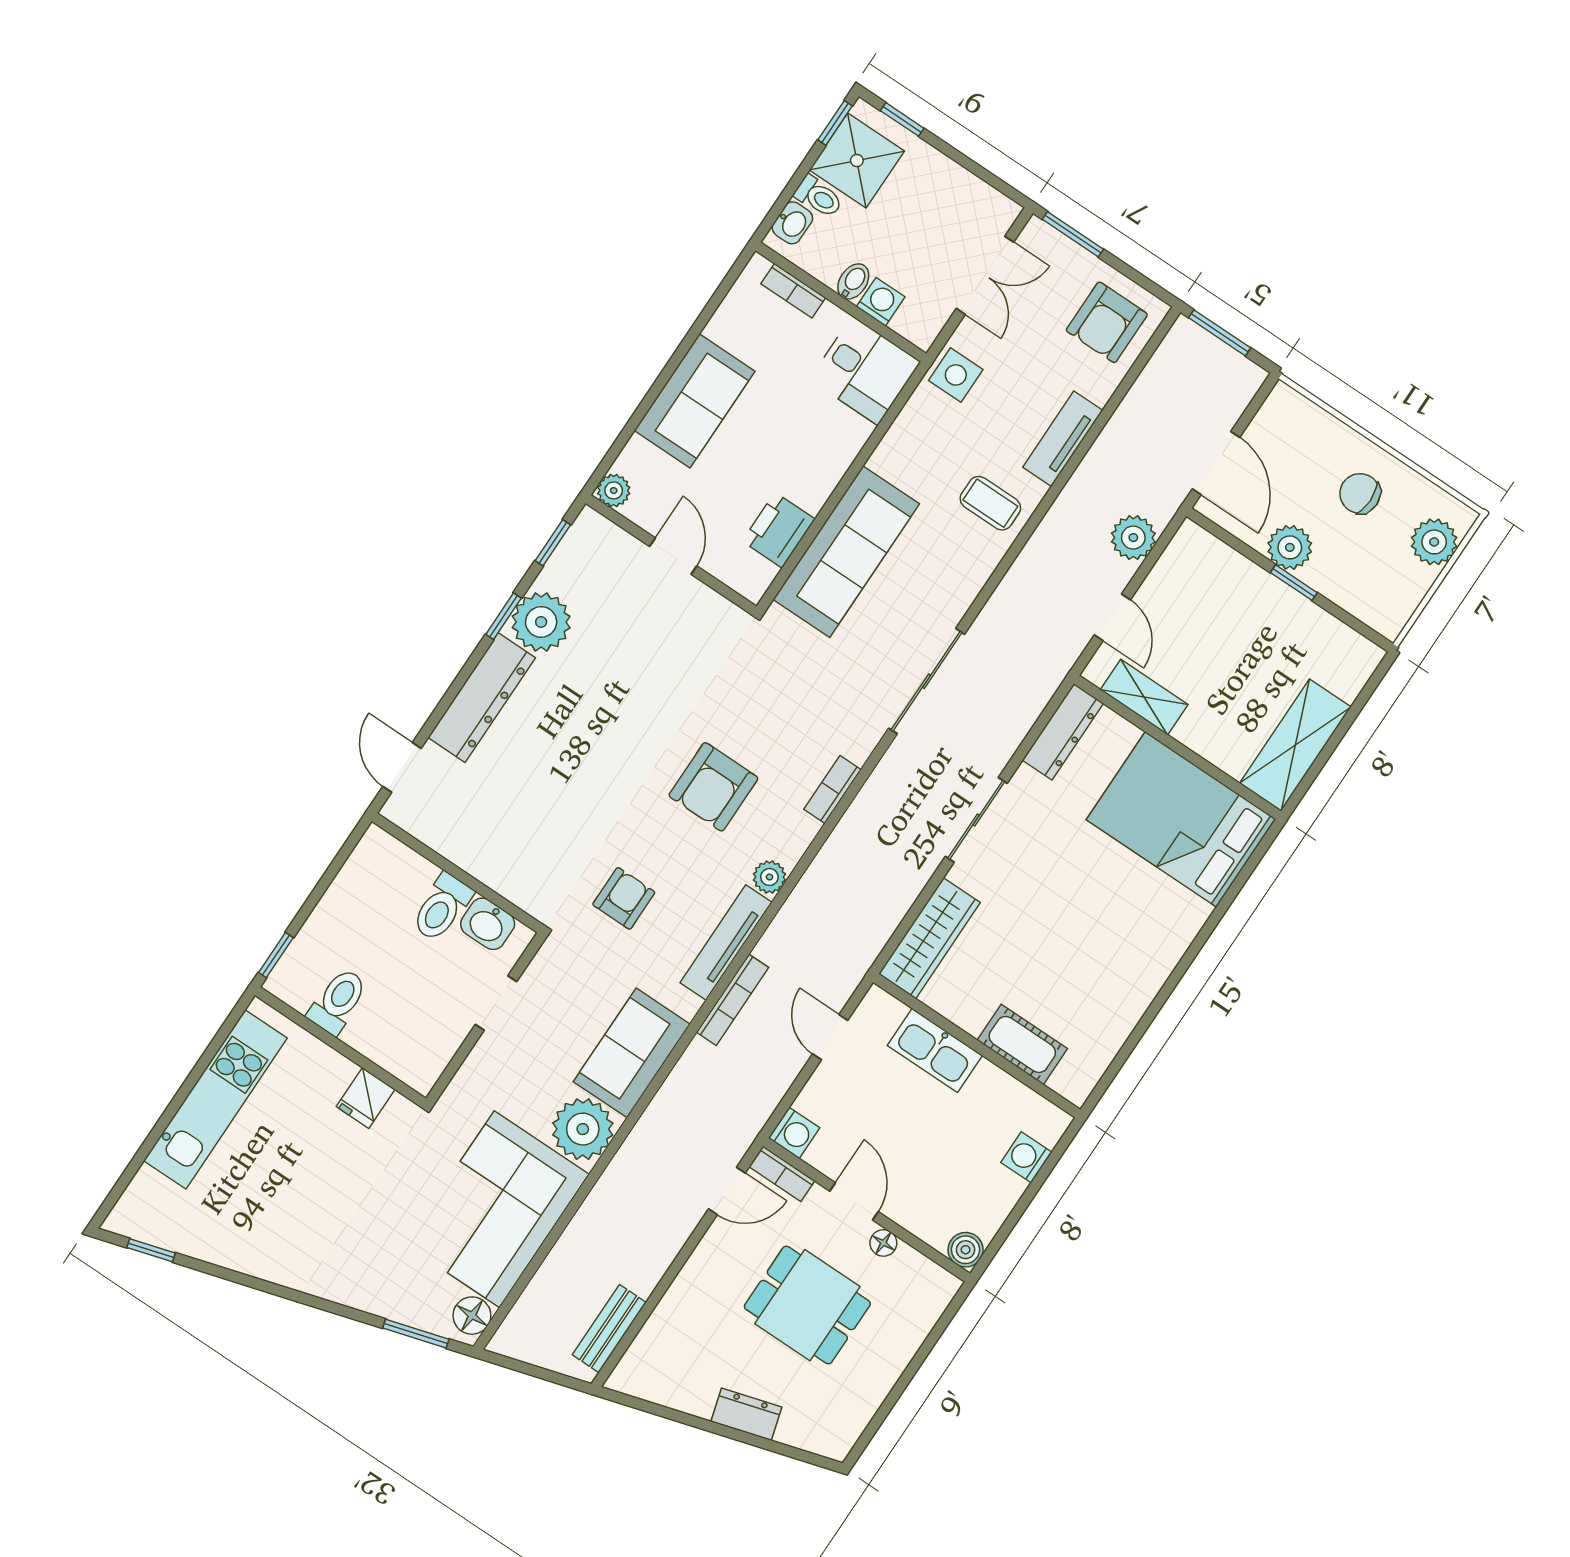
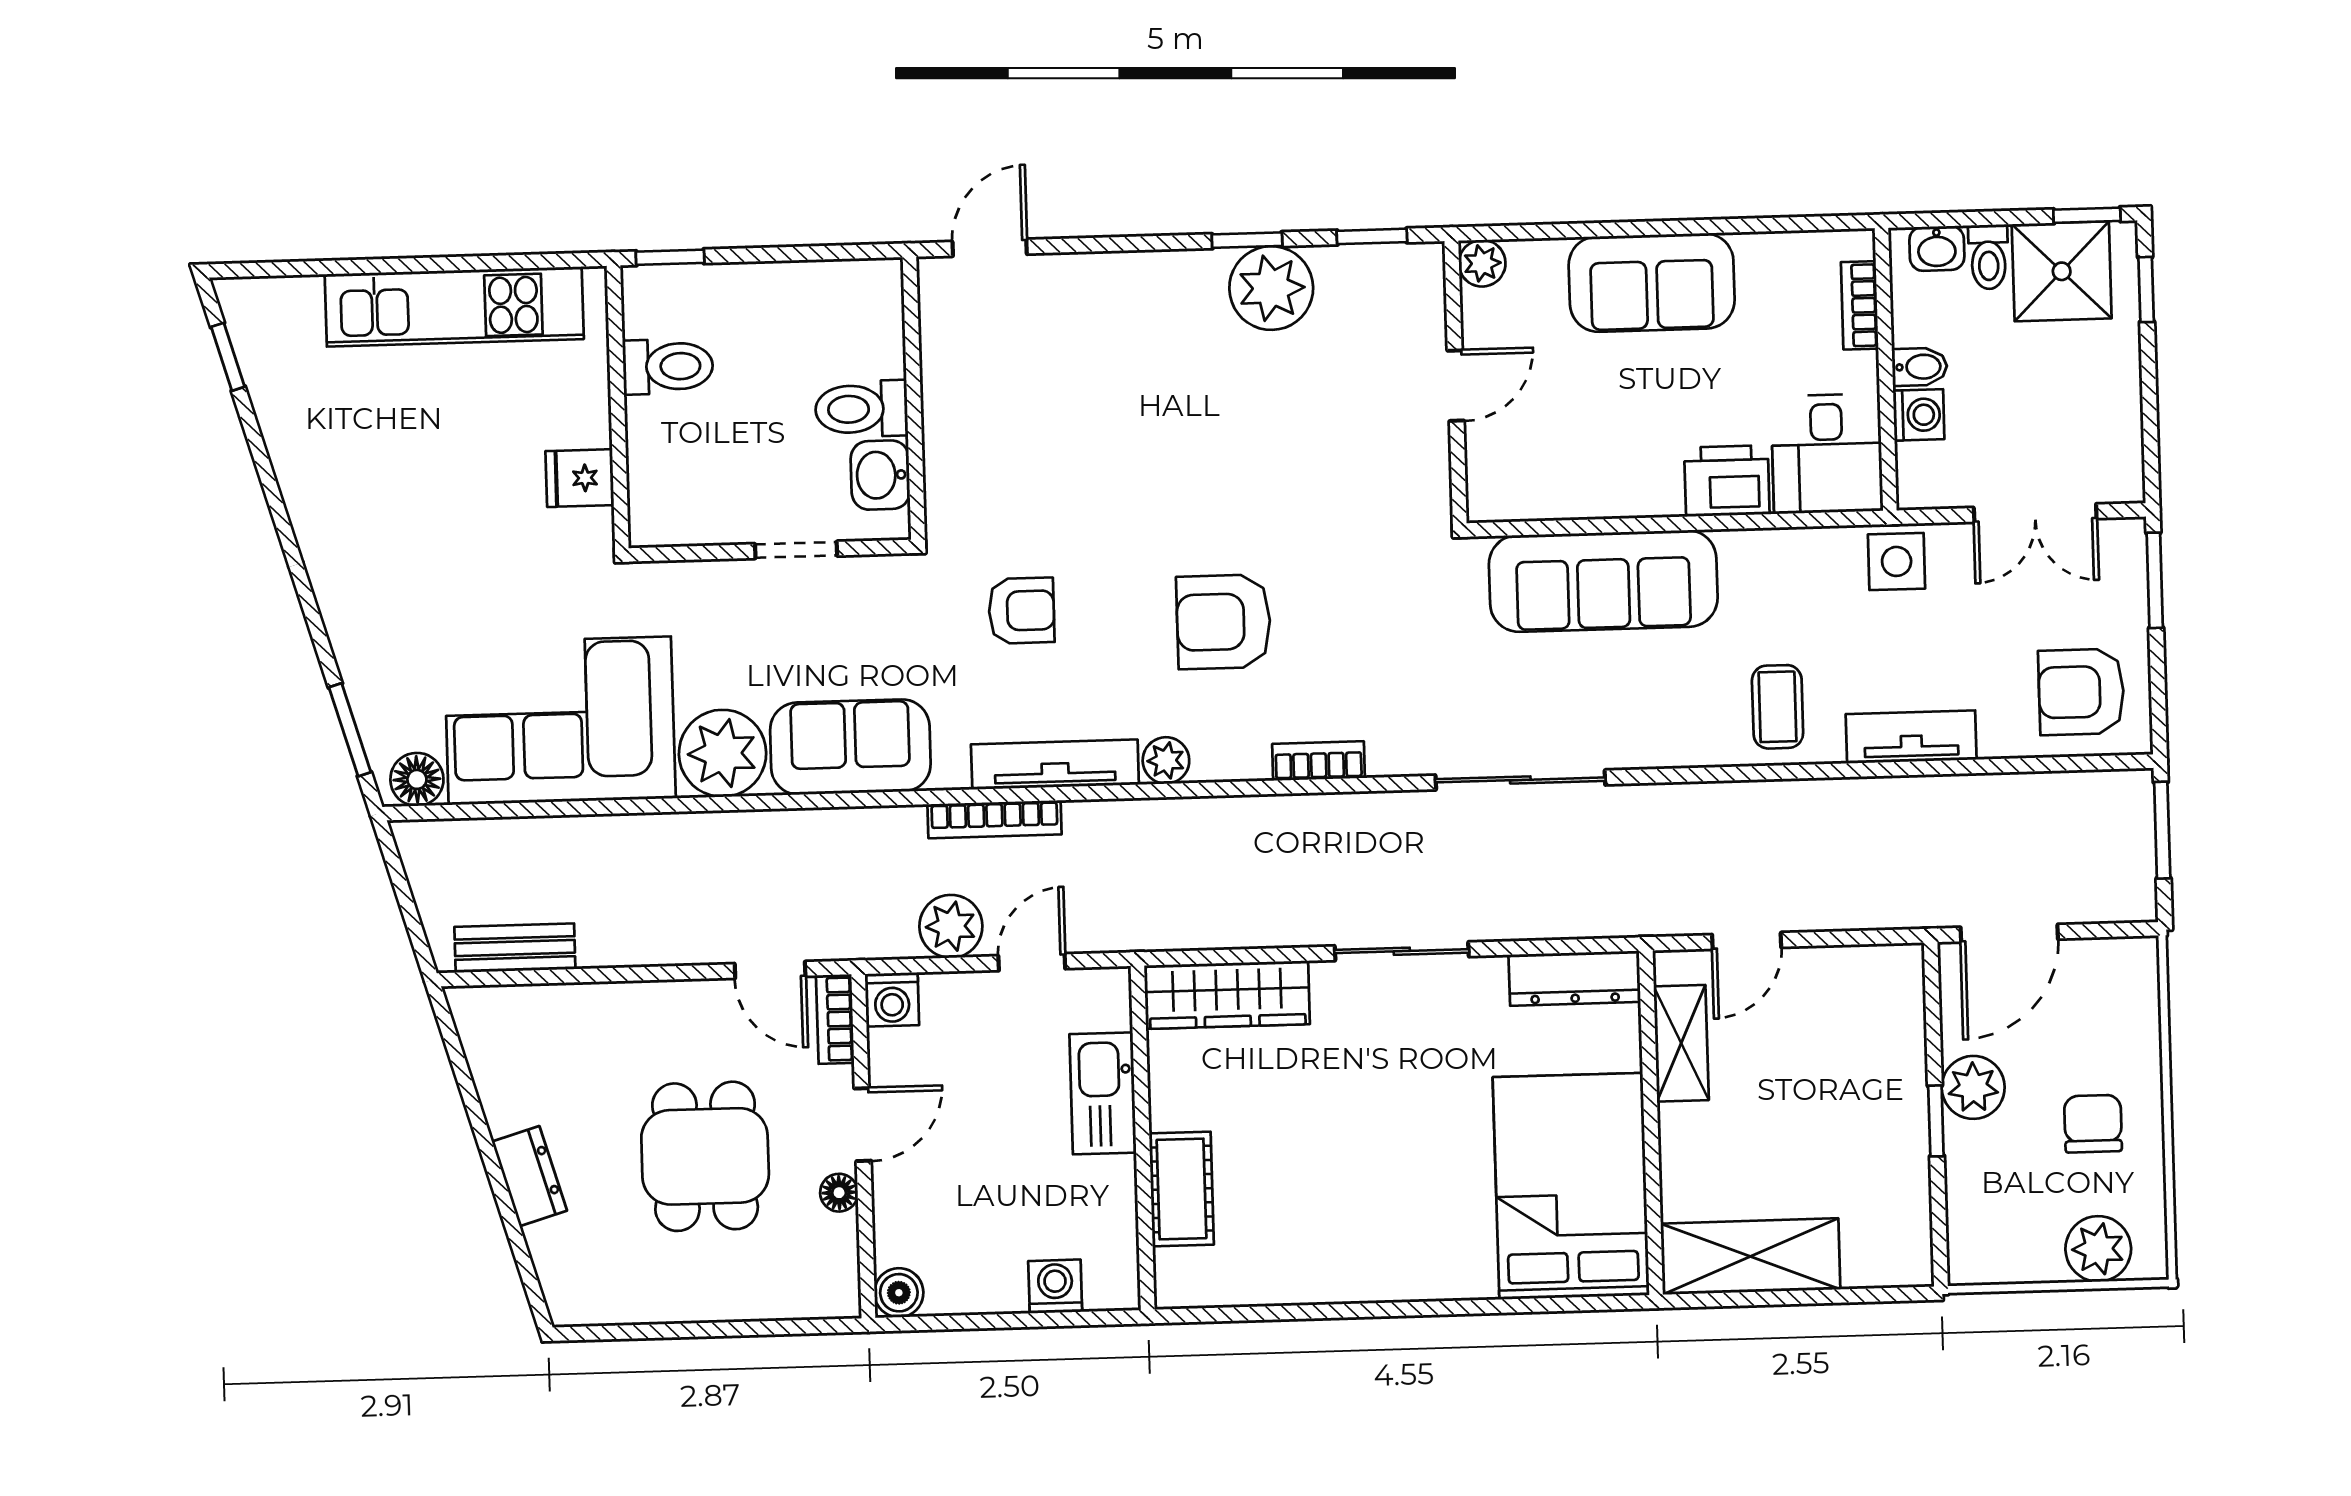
printer: (779, 530) -> (1727, 481), moved
plant: (1133, 538) -> (951, 926), moved
dresser: (482, 698) -> (1135, 282), removed

